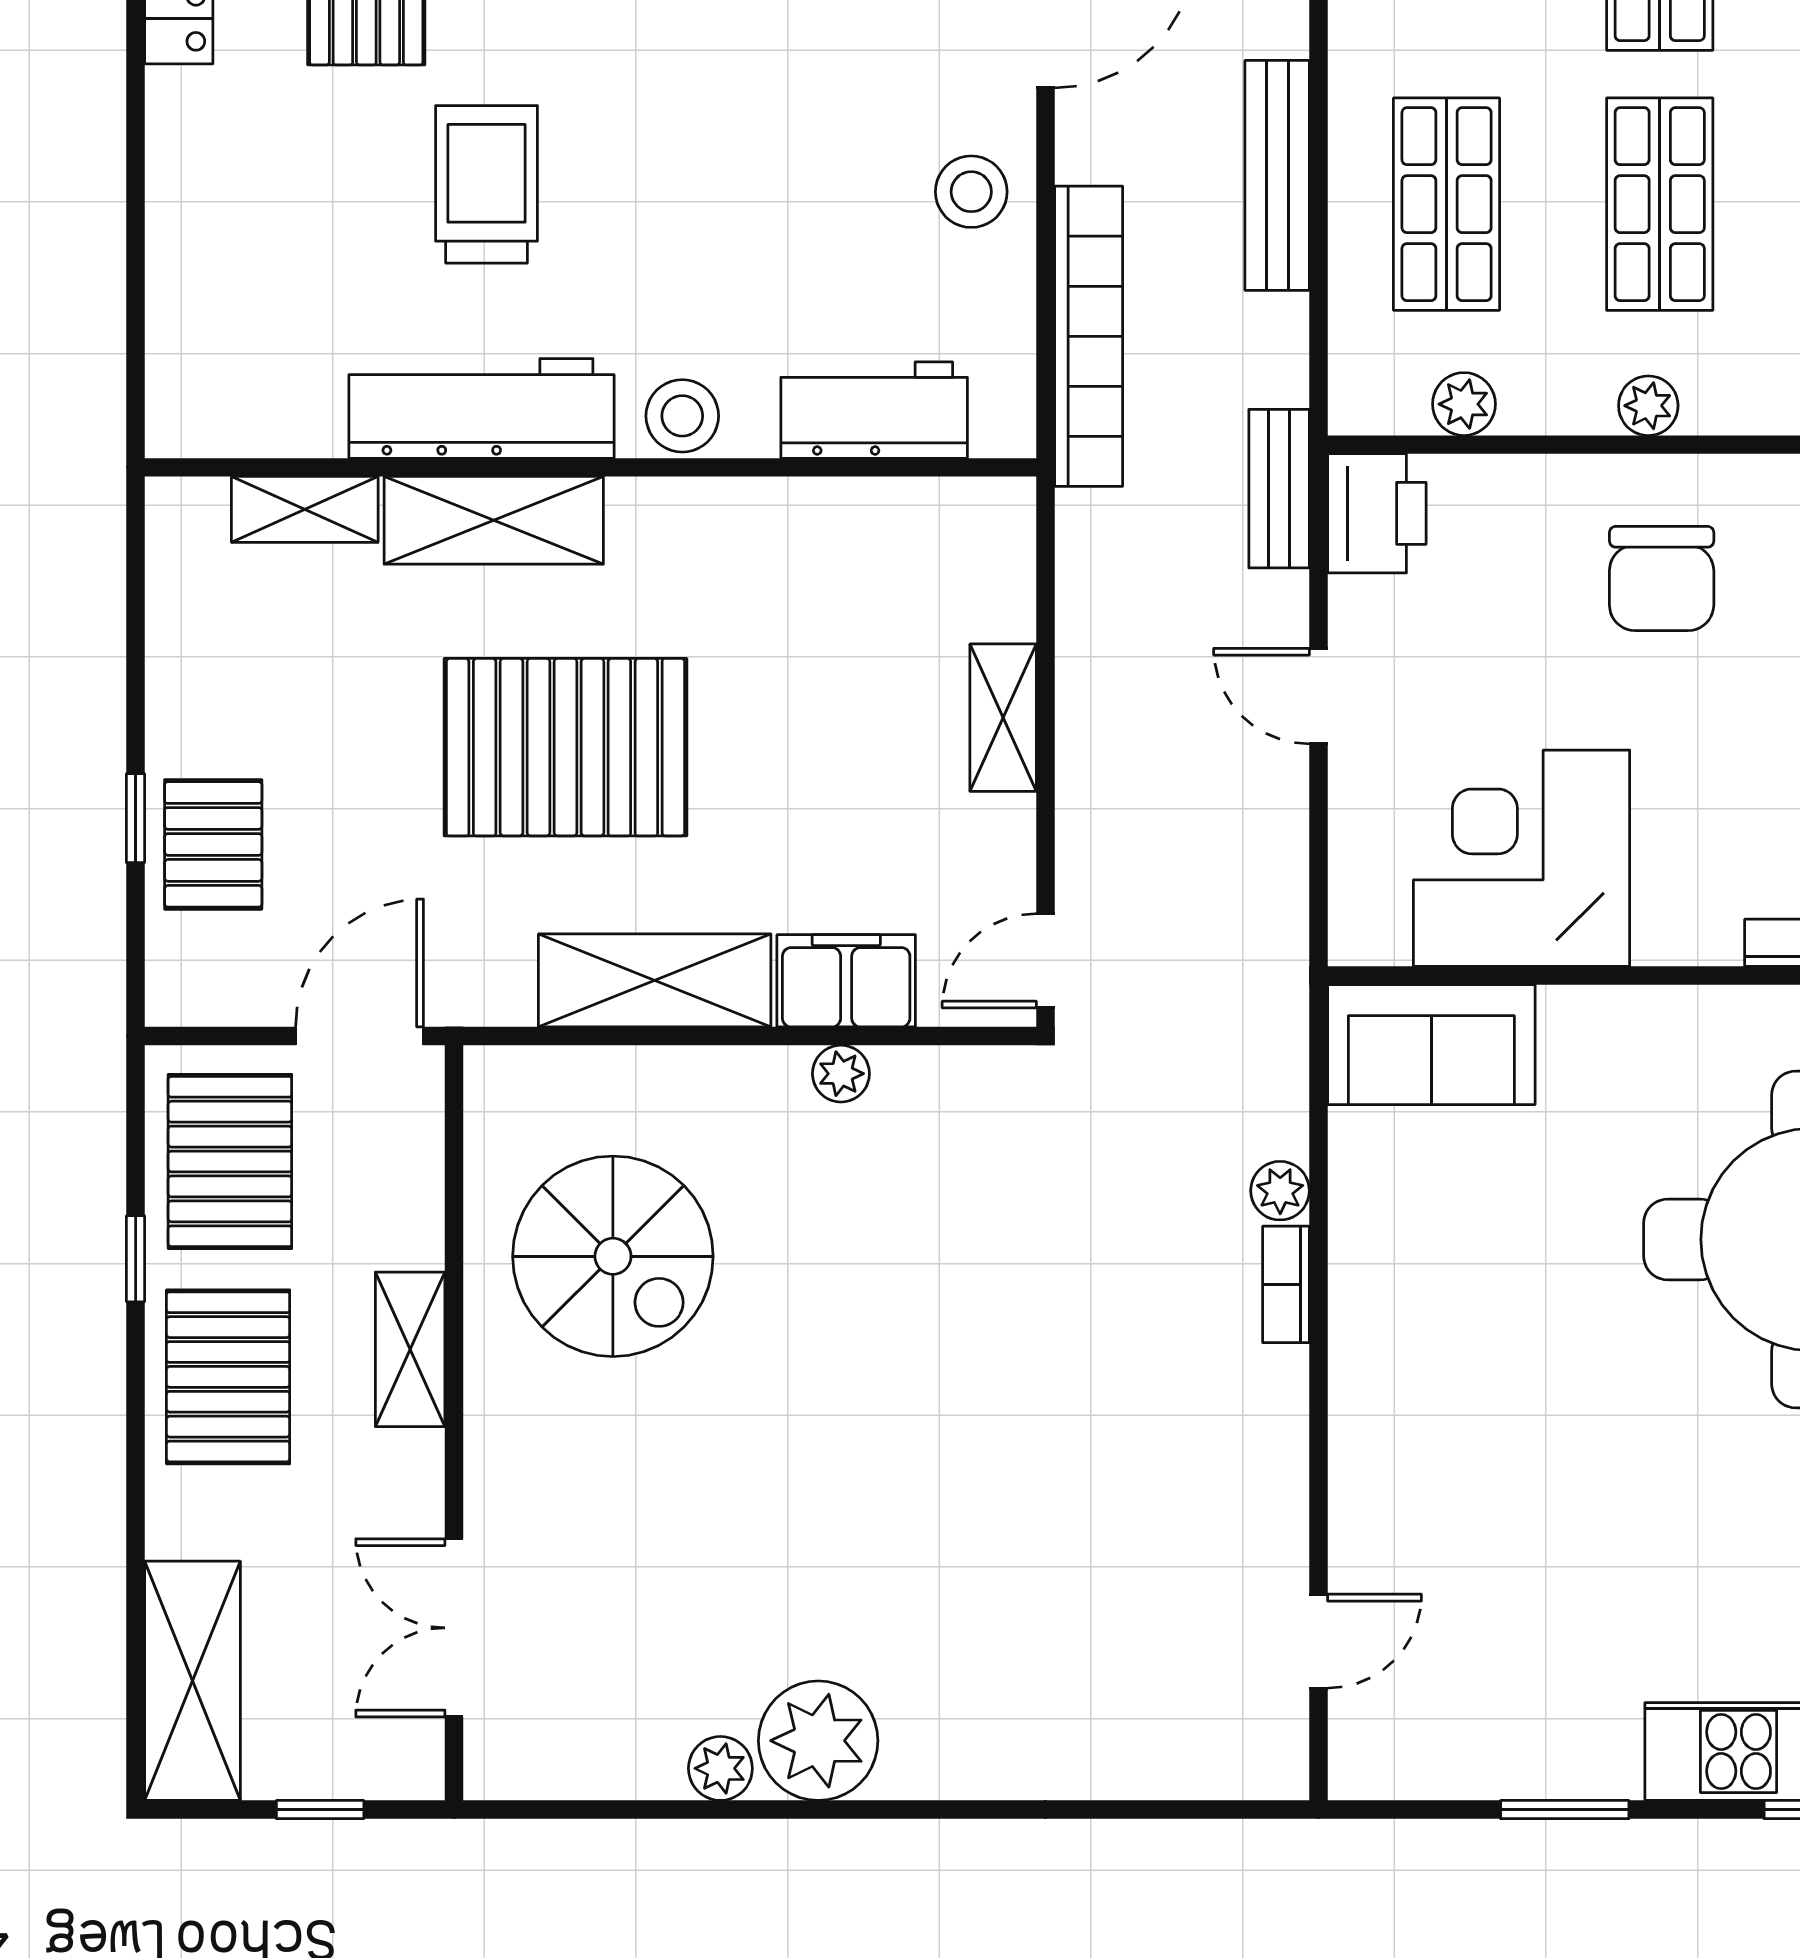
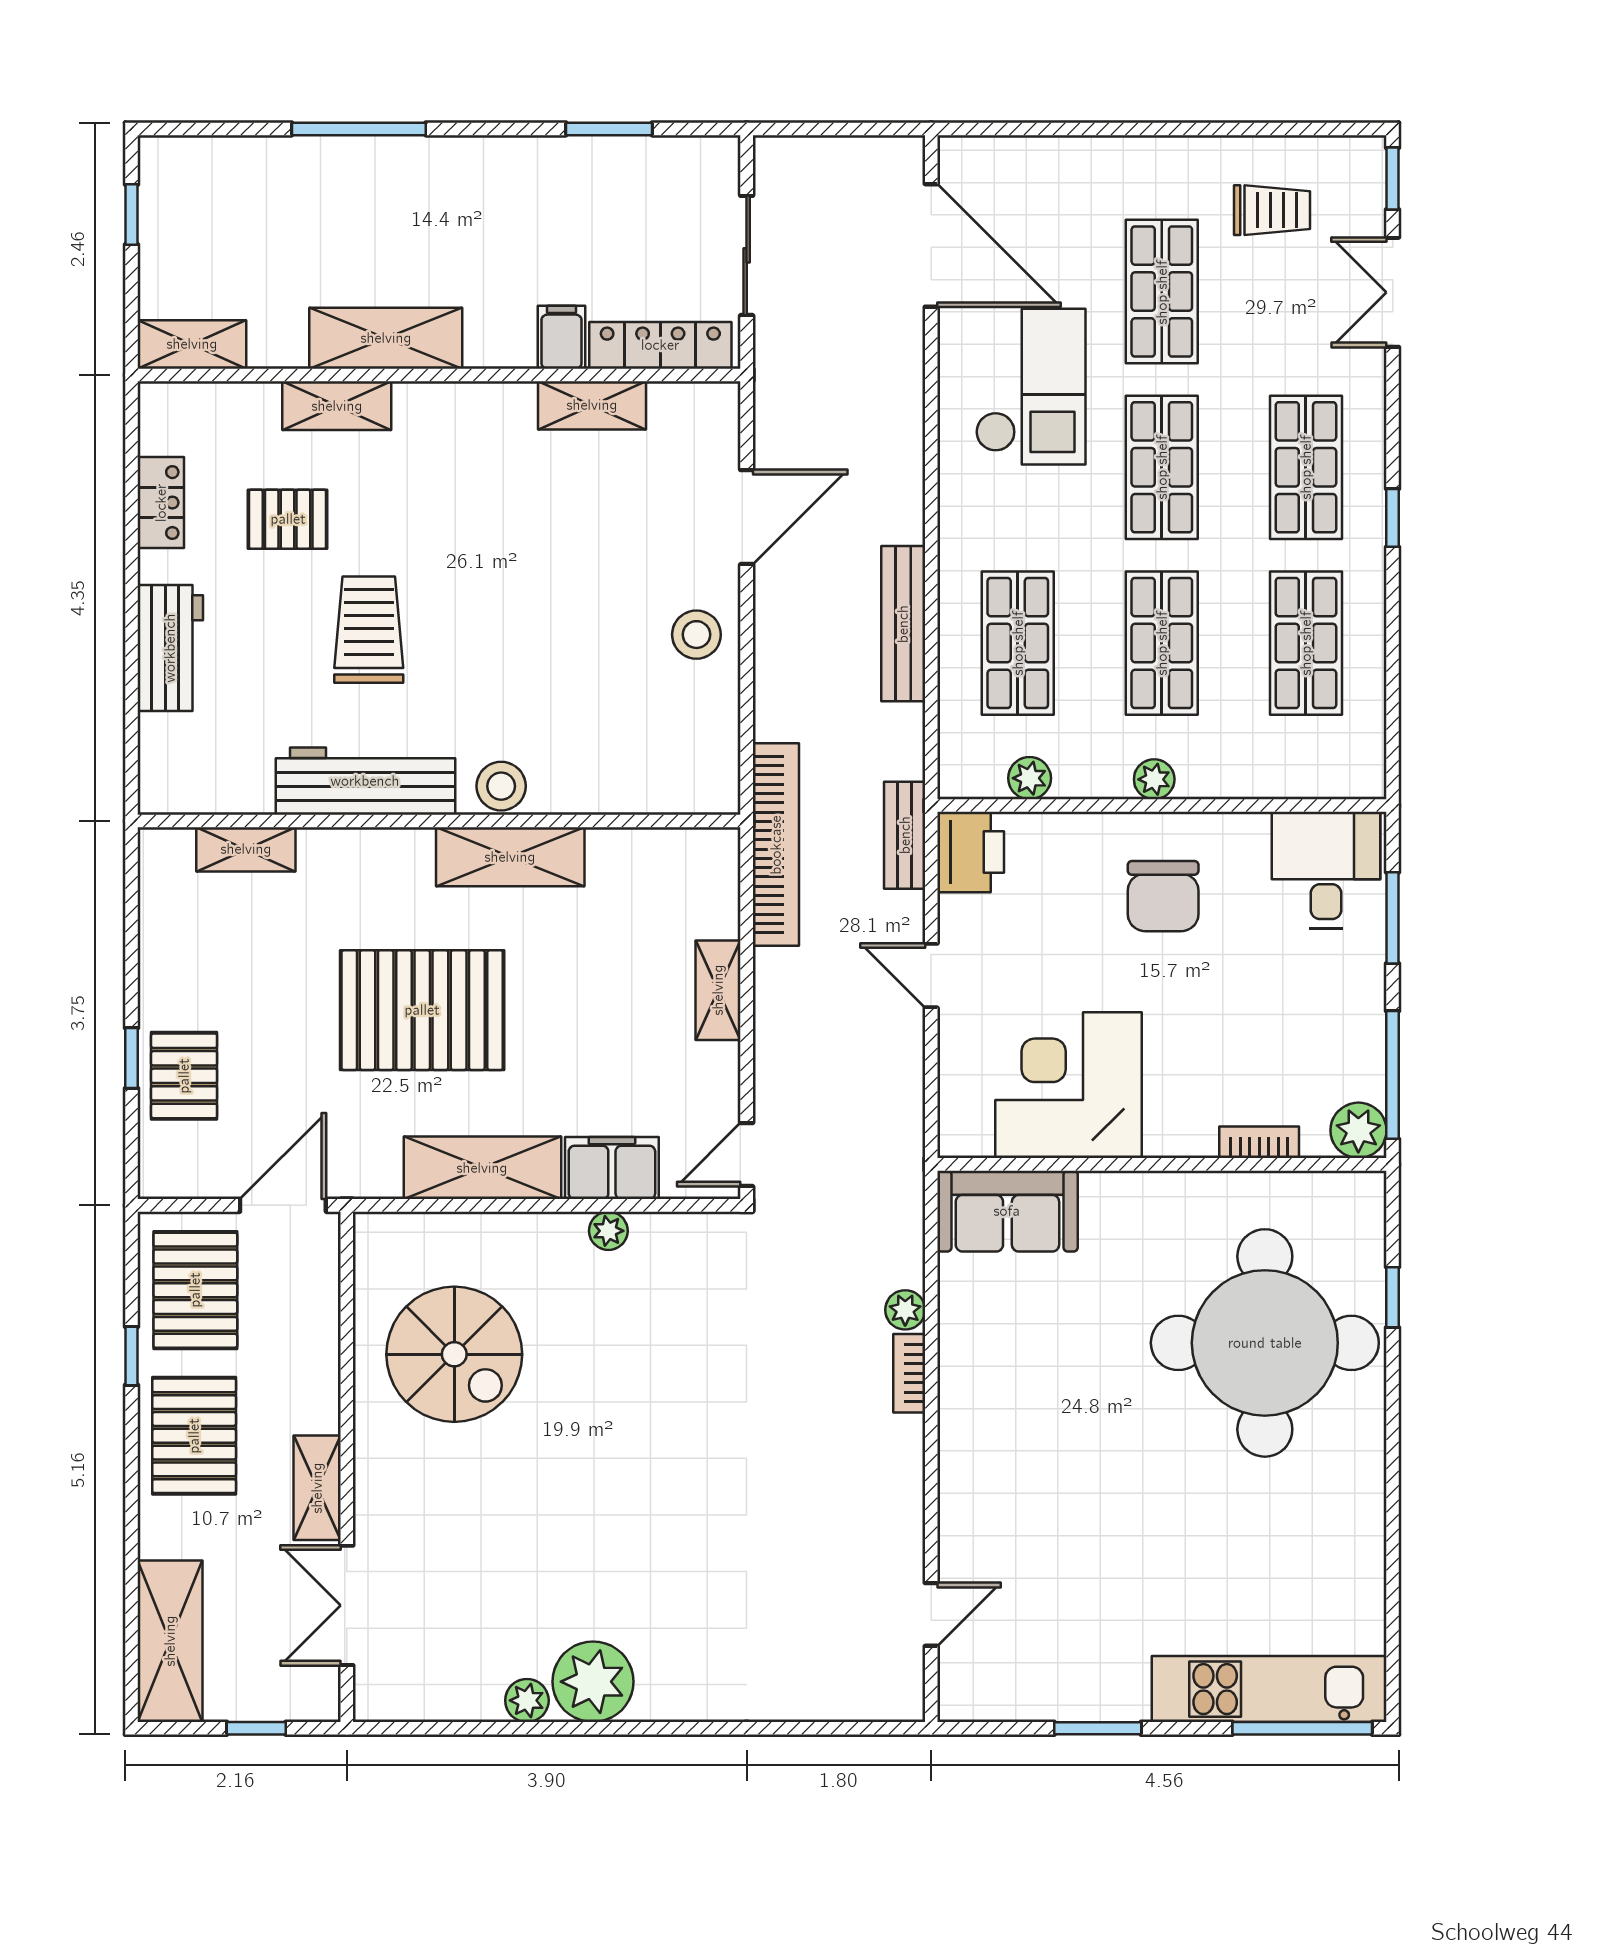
bookcase: (1089, 336) -> (776, 845), moved
workbench: (874, 410) -> (170, 648), moved, turned 90
shelving: (494, 520) -> (510, 857), moved
shelving: (410, 1349) -> (317, 1488), moved

